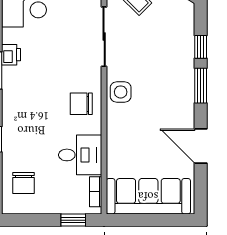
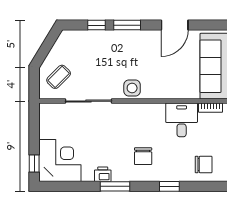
chair: (81, 104) -> (143, 156), moved

